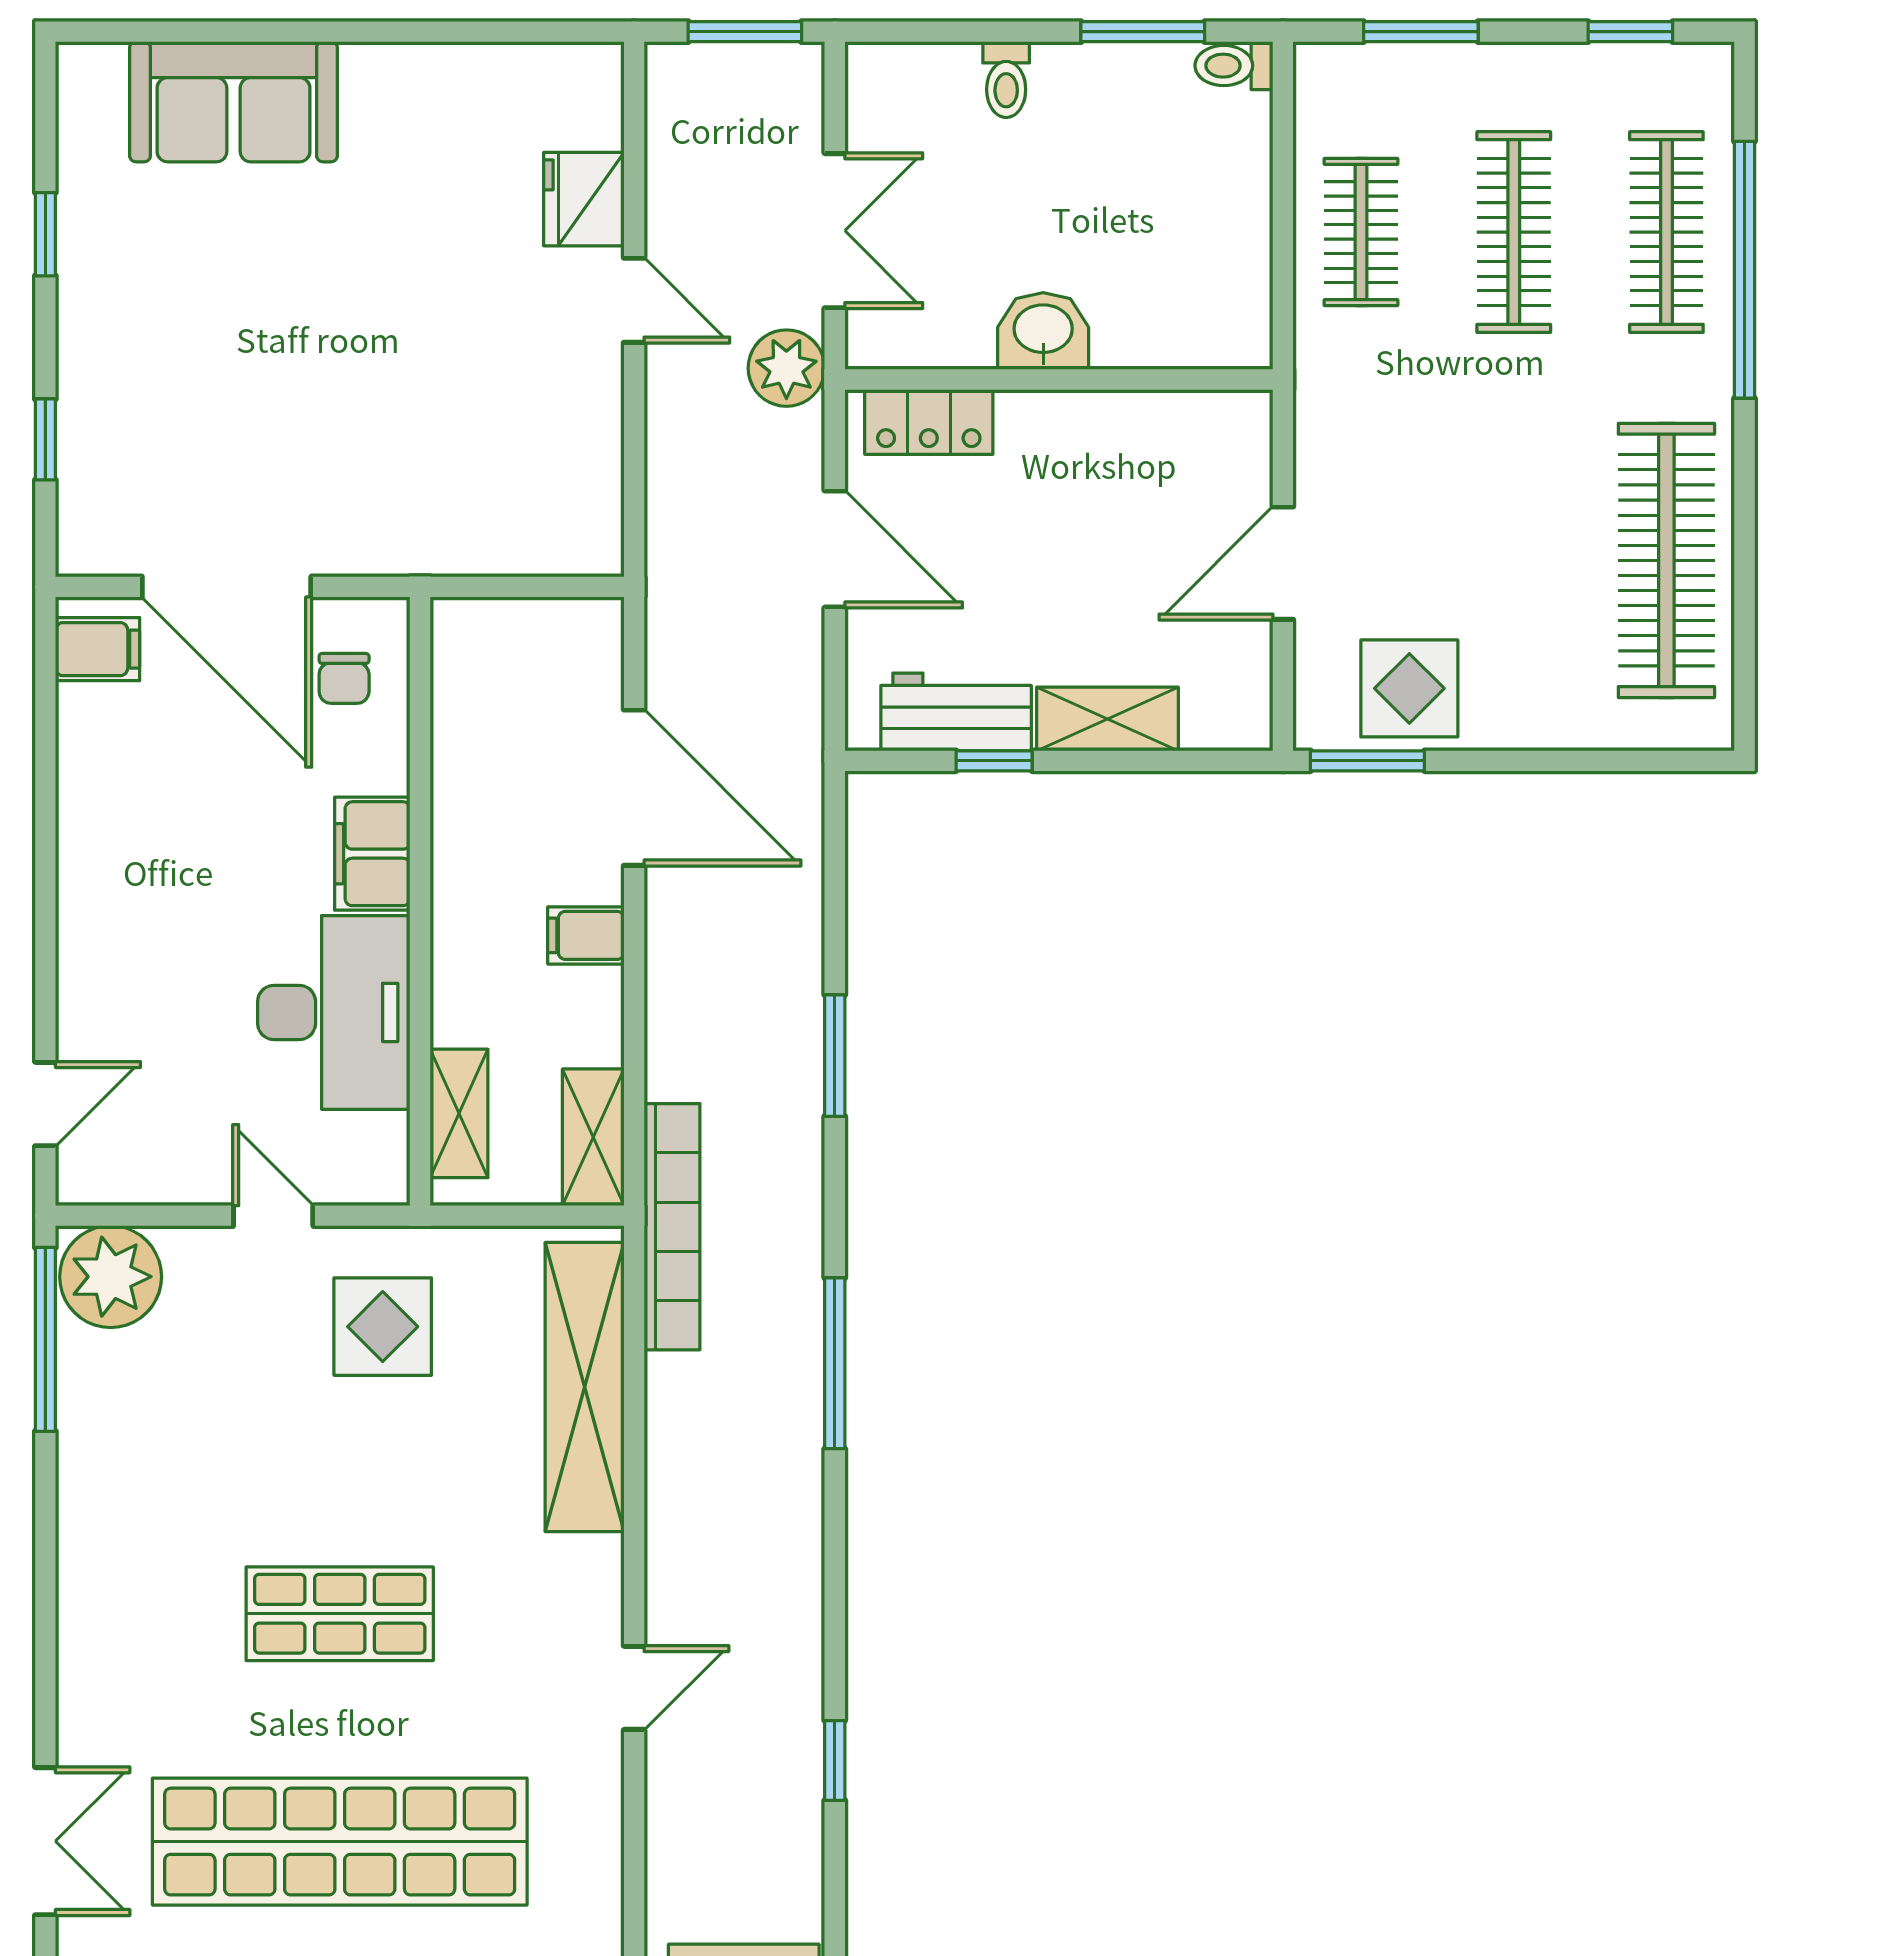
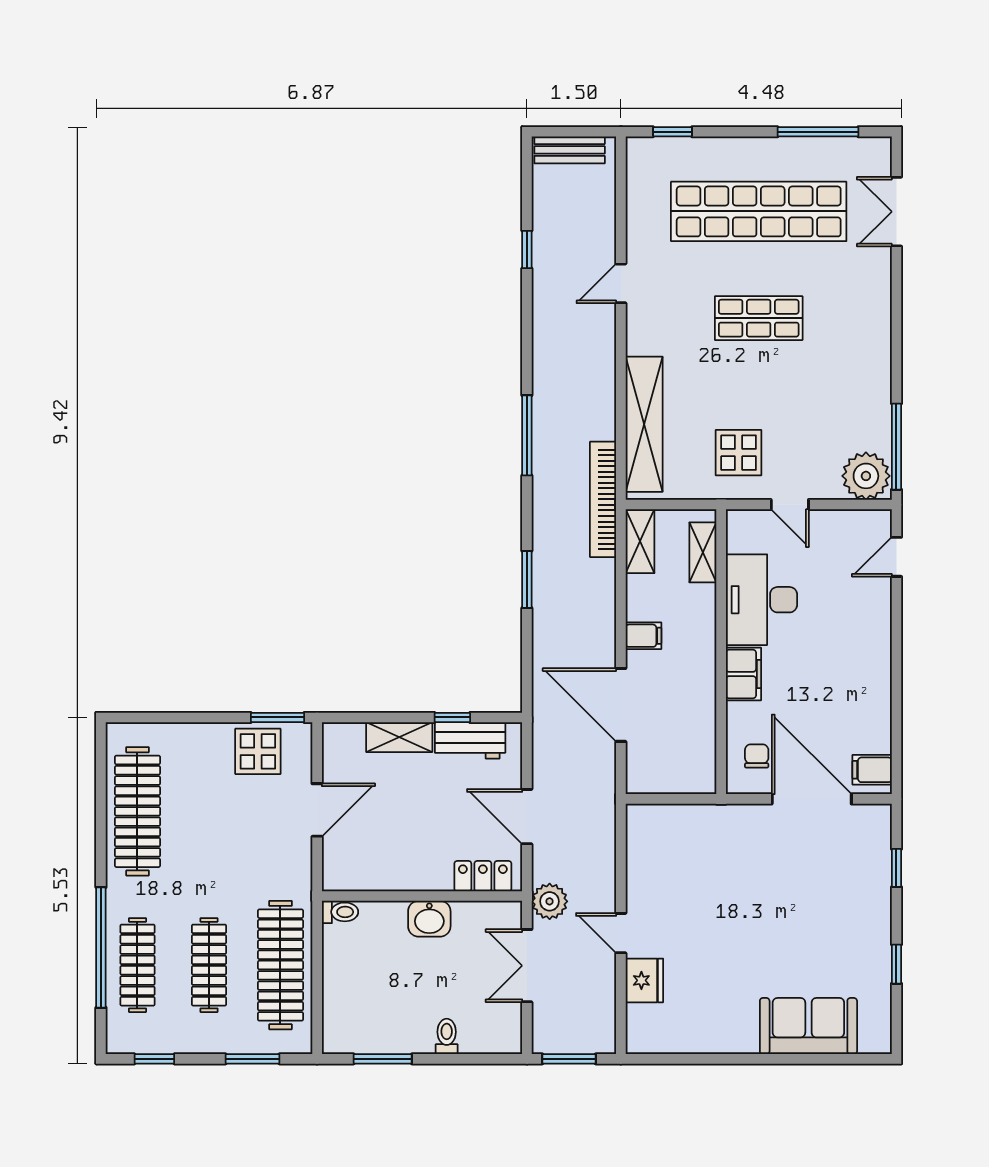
toilet: (1234, 66) -> (340, 912), moved
clothes rail: (1361, 232) -> (280, 965), width x1.86, depth x1.31

